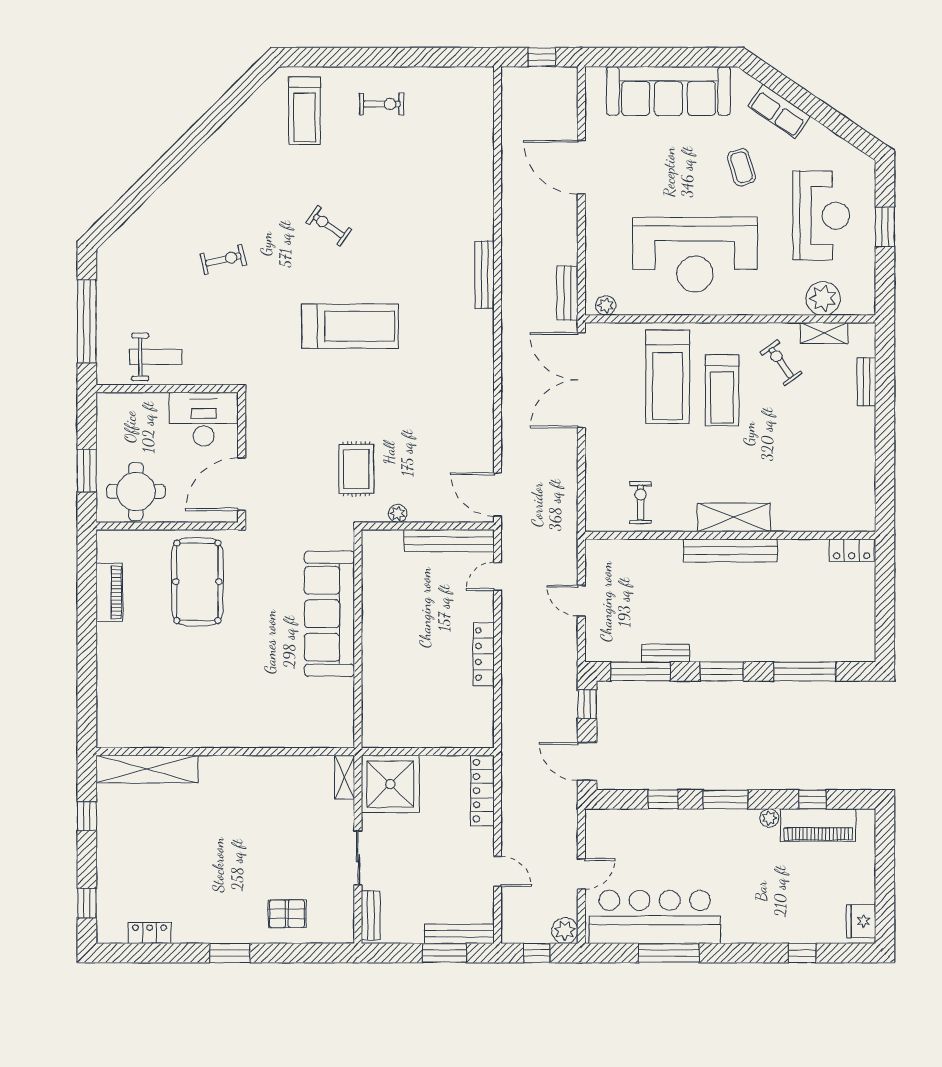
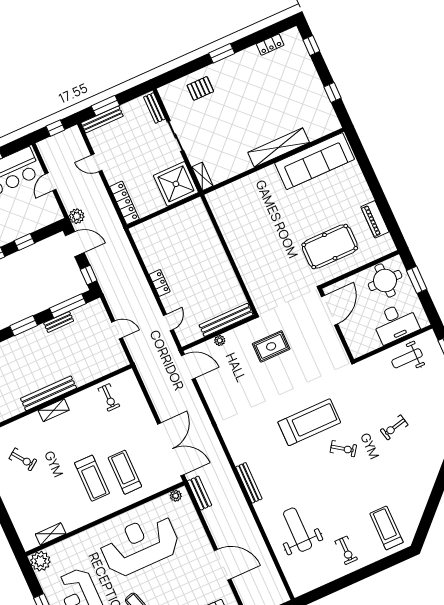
exercise bike: (382, 104) -> (346, 550), turned -90
weight bench: (442, 169) -> (298, 530), added
exercise bike: (329, 226) -> (343, 449), moved
plant: (823, 298) -> (40, 561), moved
treadmill: (350, 326) -> (309, 422), turned 180
exercise bike: (781, 363) -> (23, 459), moved
treadmill: (668, 377) -> (125, 472), width x0.73, depth x0.73
bench: (866, 382) -> (16, 518), removed
treadmill: (722, 390) -> (92, 478), turned 180
desk: (204, 419) -> (395, 323), moved
rug: (356, 469) -> (271, 346), turned 90
plant: (398, 513) -> (220, 341), moved
shelving: (734, 517) -> (54, 410), width x0.67, depth x0.75
bench: (449, 541) -> (226, 320), moved
pool table: (197, 582) -> (330, 247), turned 90
sofa: (329, 614) -> (315, 161), moved, turned 90
locker: (484, 654) -> (160, 283), width x0.66
shelving: (147, 769) -> (279, 148), moved
plant: (565, 931) -> (77, 216), moved

